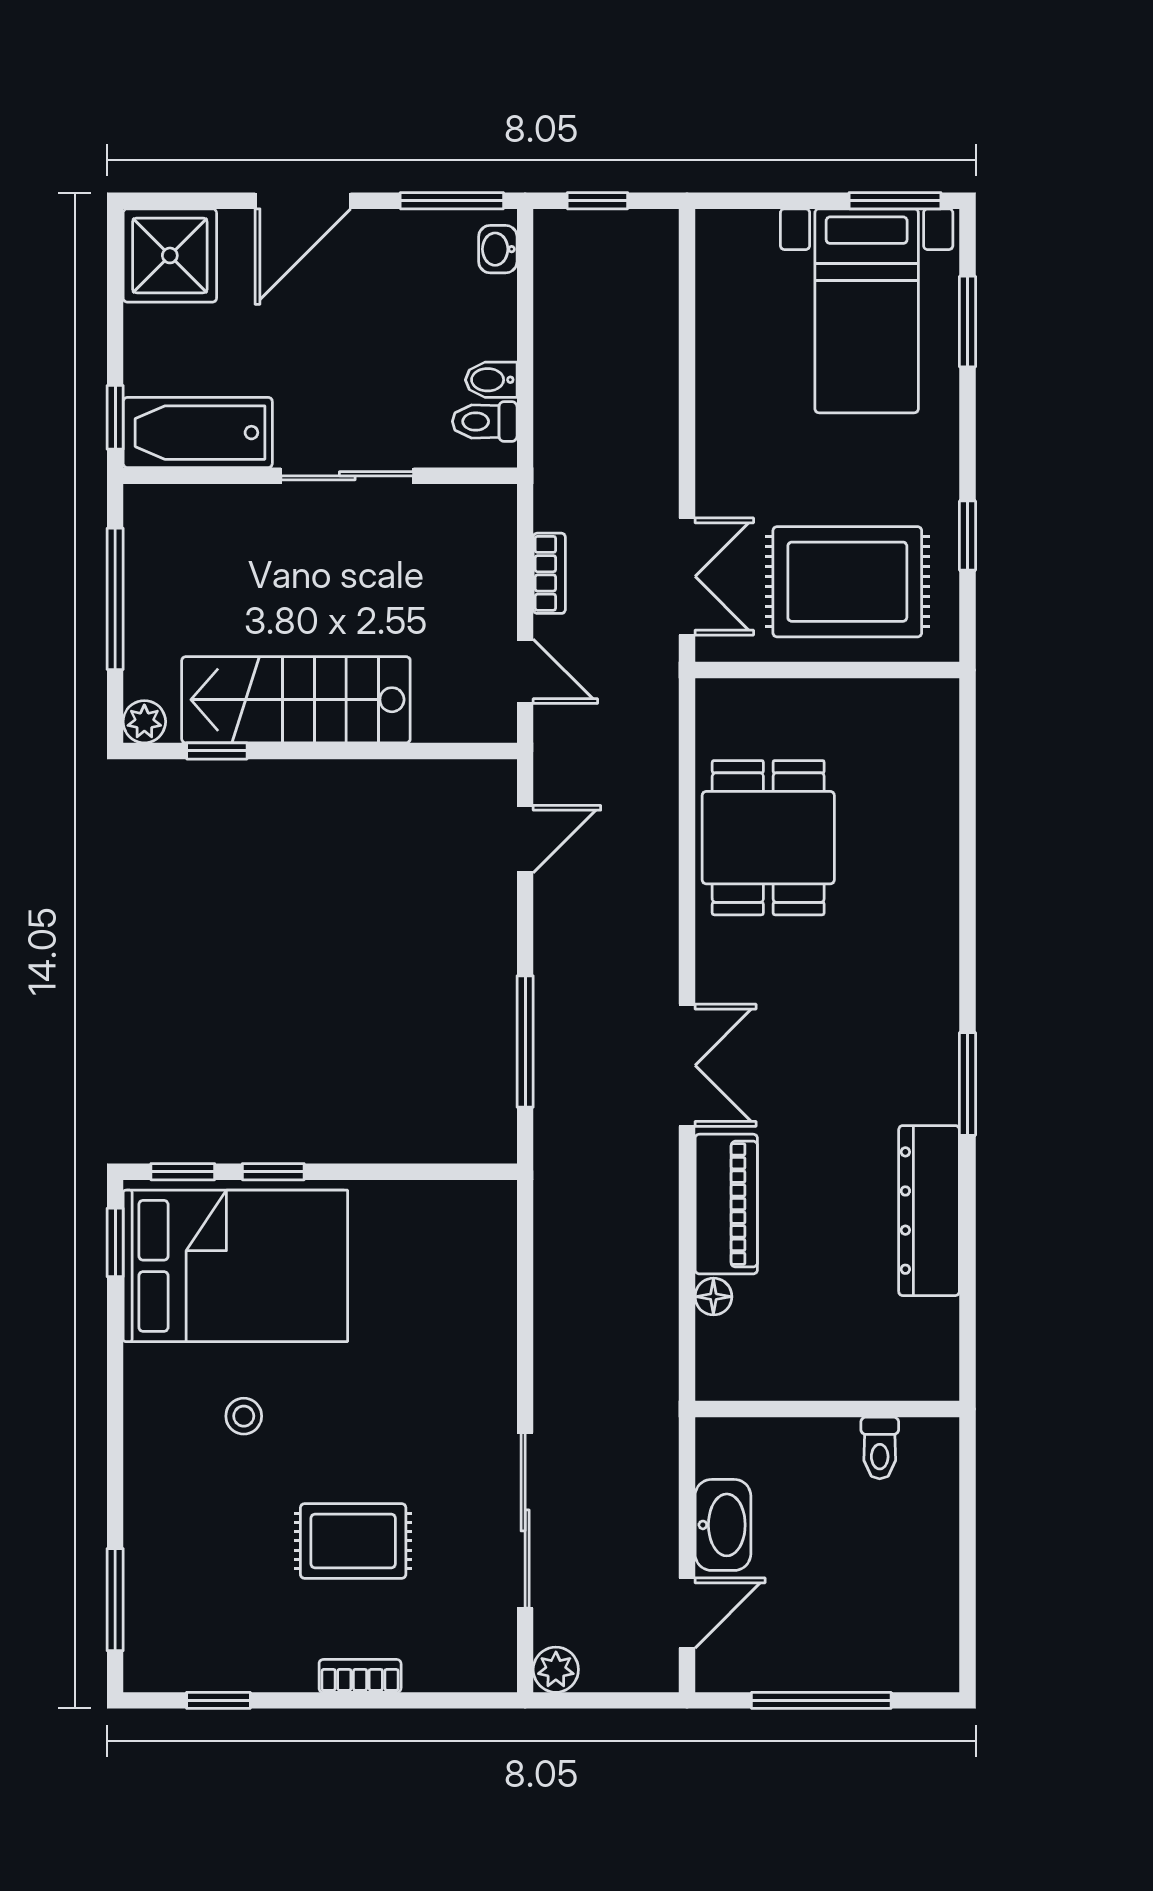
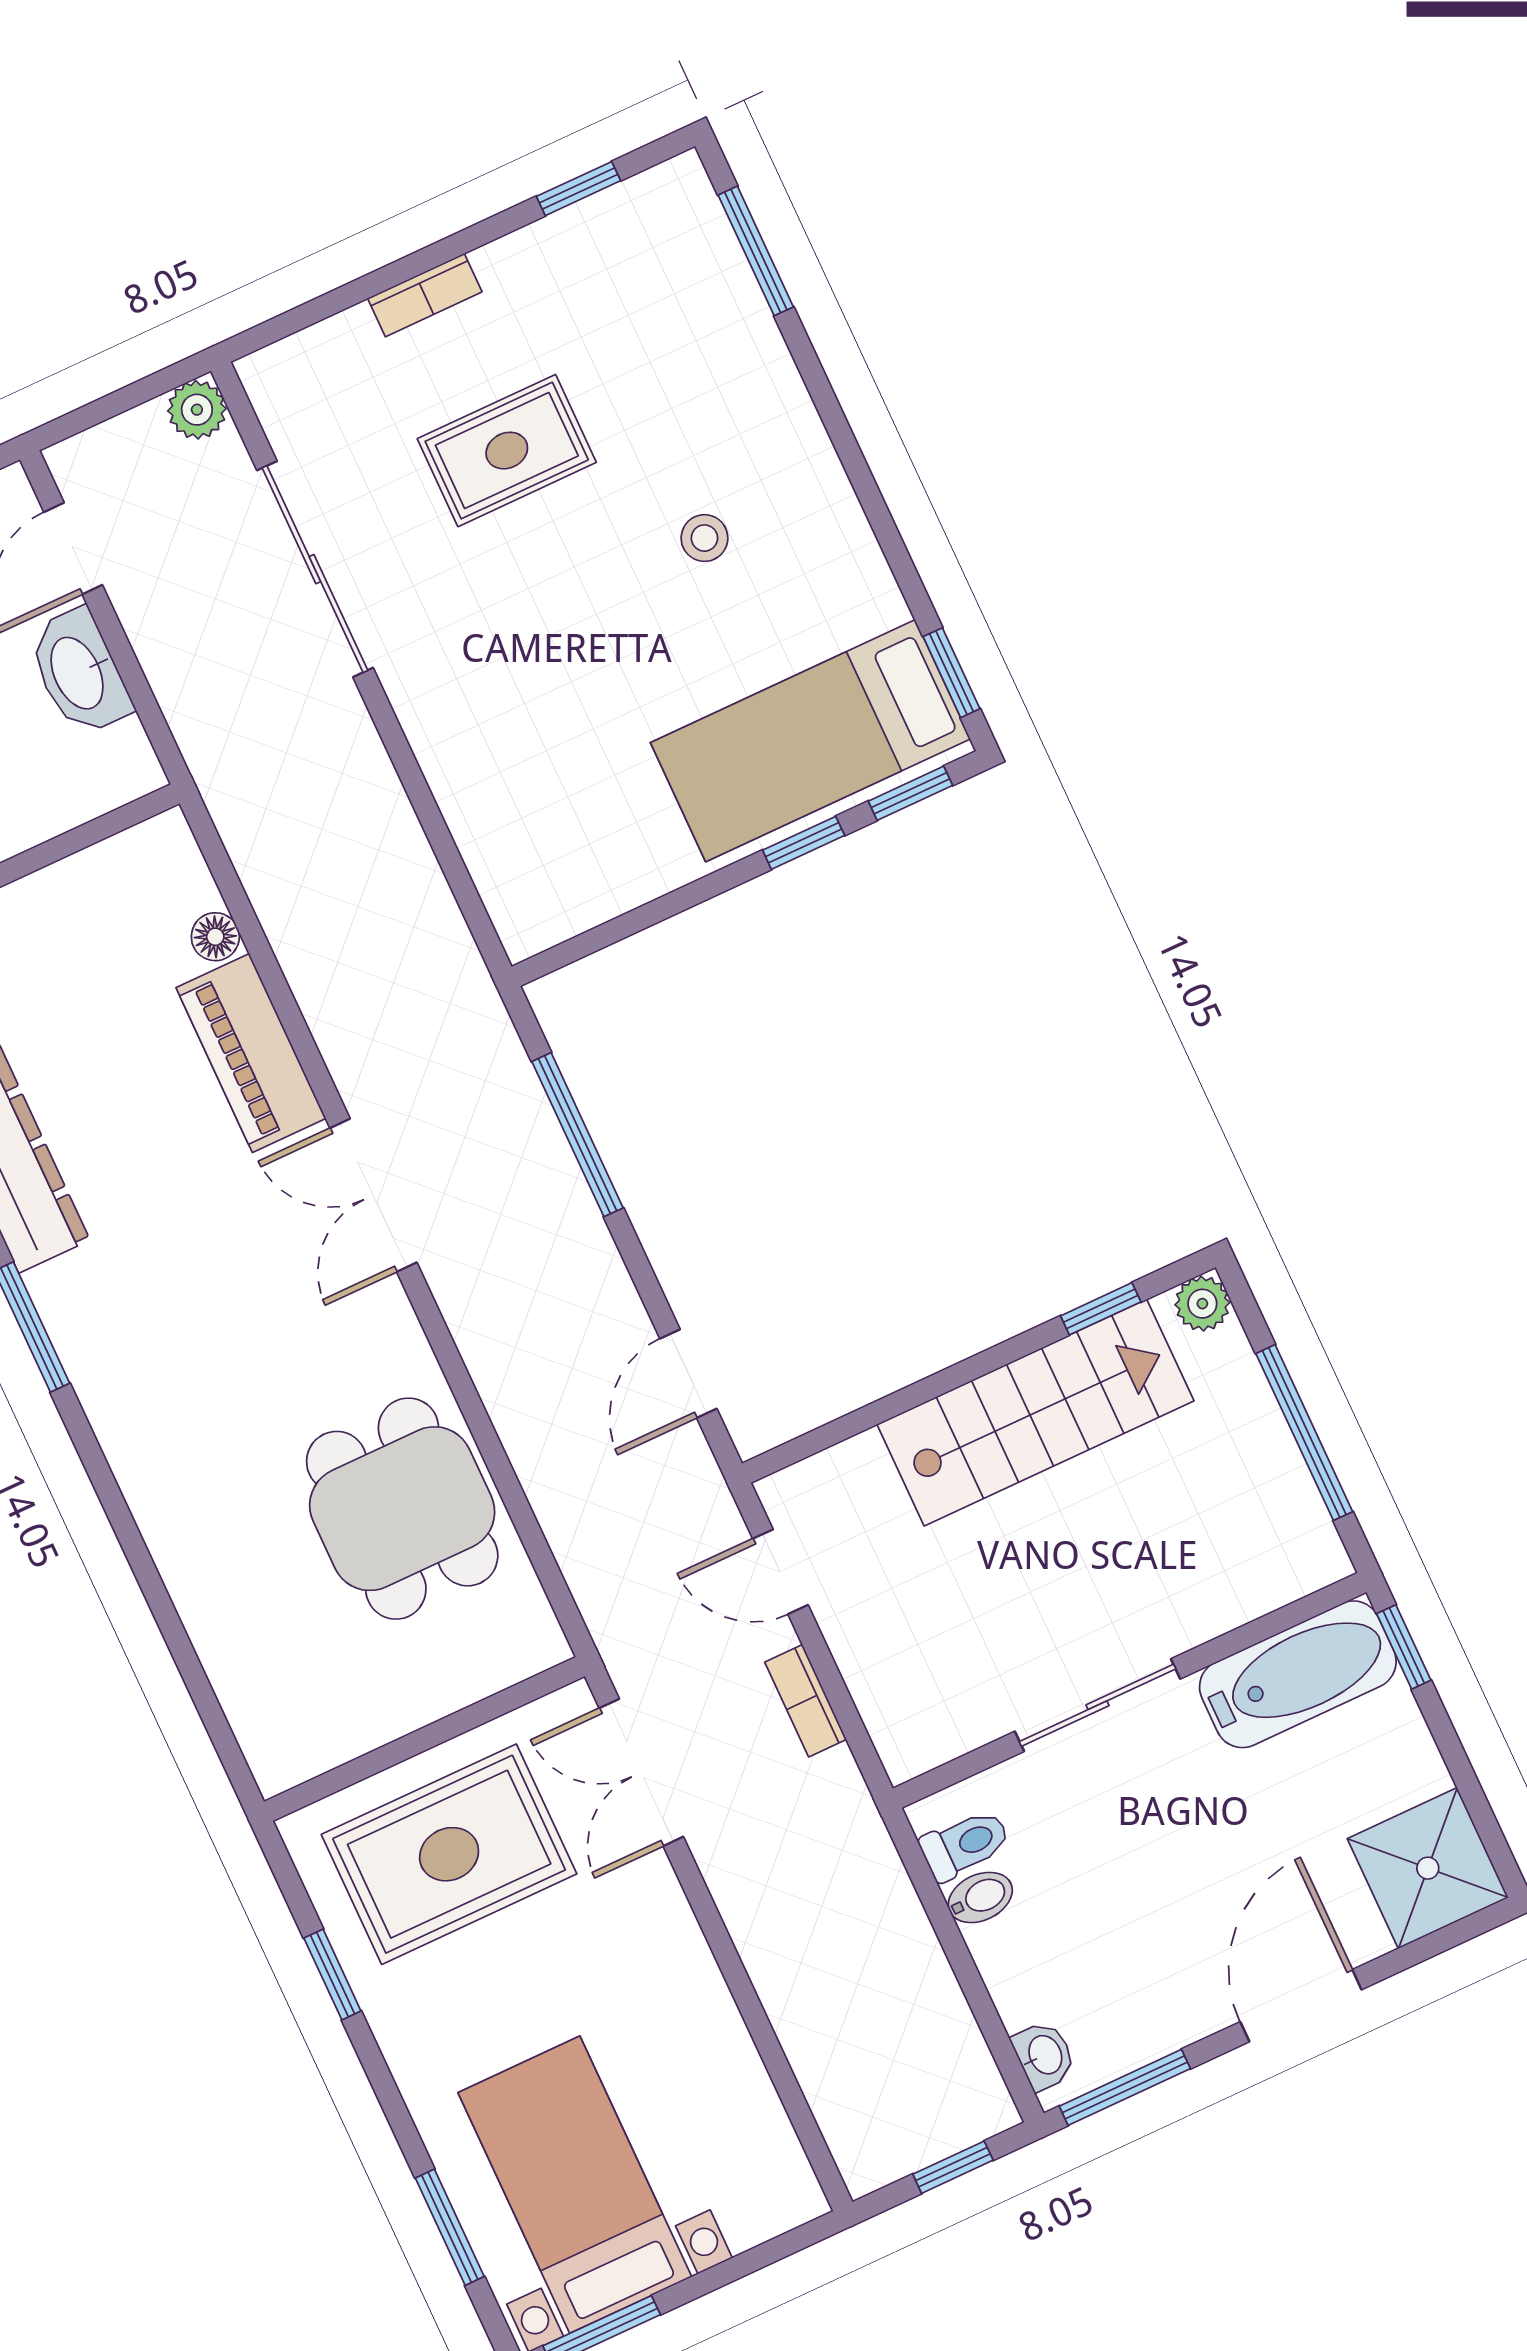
bed: (235, 1266) -> (810, 741), width x0.67

